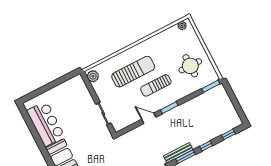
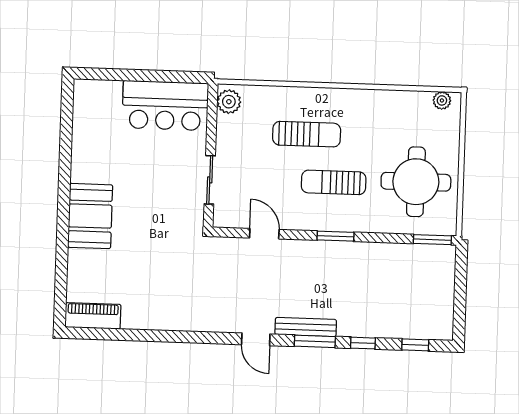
round table: (190, 66) -> (416, 182), width x1.36, depth x1.36
sun lounger: (133, 72) -> (307, 134), width x0.73, depth x0.75
door: (149, 118) -> (264, 234), moved
bar counter: (46, 124) -> (165, 106), moved, turned 90

